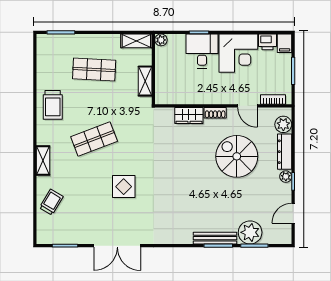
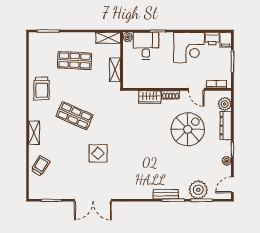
desk: (202, 51) -> (146, 46), moved
shop shelf: (94, 139) -> (75, 116), turned 45
spiral stairs: (237, 156) -> (188, 129), turned 90
plant: (286, 177) -> (227, 161), moved
door: (293, 213) -> (232, 185), moved
bench: (215, 238) -> (166, 194), width x0.73

